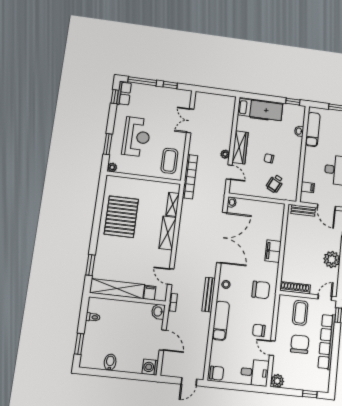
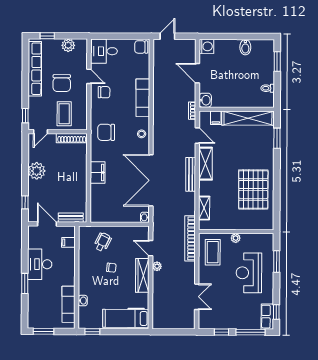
plant: (112, 167) -> (236, 238), moved
shelving: (168, 233) -> (206, 164), moved
bench: (209, 295) -> (191, 174), moved
row of seats: (327, 342) -> (35, 69), moved
plant: (277, 381) -> (68, 45), moved

